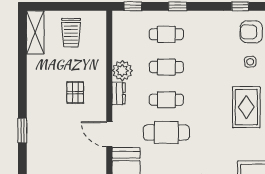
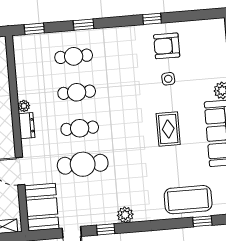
plant: (122, 71) -> (24, 106), width x0.53, depth x0.53
rug: (246, 107) -> (168, 129), width x0.73, depth x0.70

